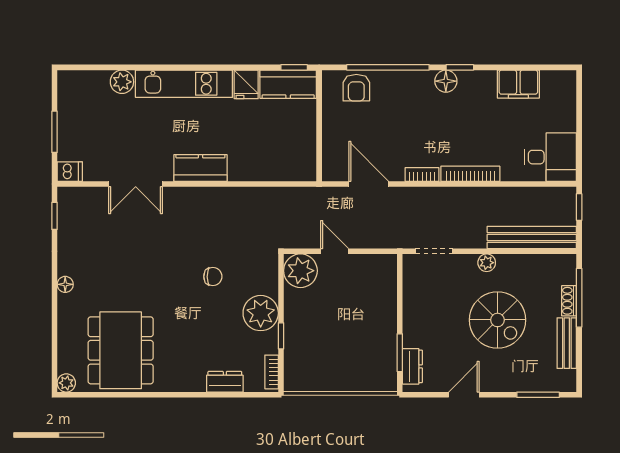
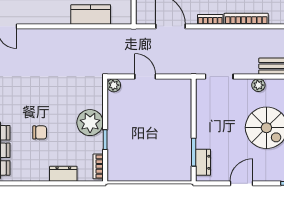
kitchen counter: (200, 168) -> (91, 14), moved
plant: (300, 271) -> (114, 85), width x0.53, depth x0.53
chair: (213, 277) -> (40, 132), moved

